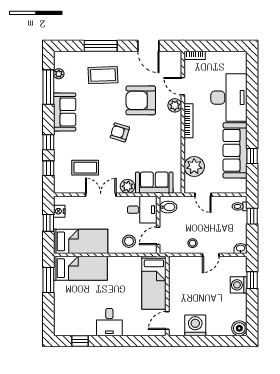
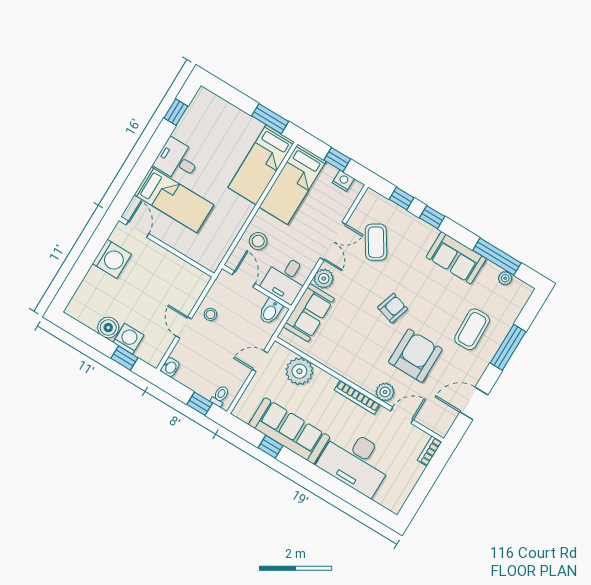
coffee table: (85, 168) -> (376, 242), turned -32
bed: (154, 283) -> (174, 200), moved, turned 180
boiler: (239, 328) -> (108, 328), moved

